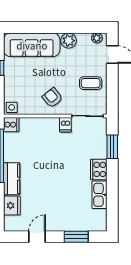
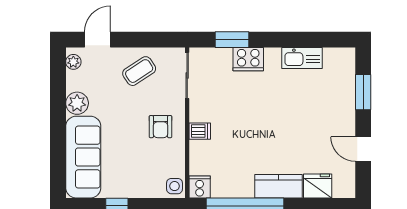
coffee table: (91, 83) -> (139, 71), turned 57
armchair: (52, 98) -> (160, 127), turned -51
dishwasher: (65, 125) -> (200, 131), moved
cooker: (99, 169) -> (248, 59), moved

